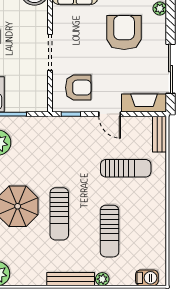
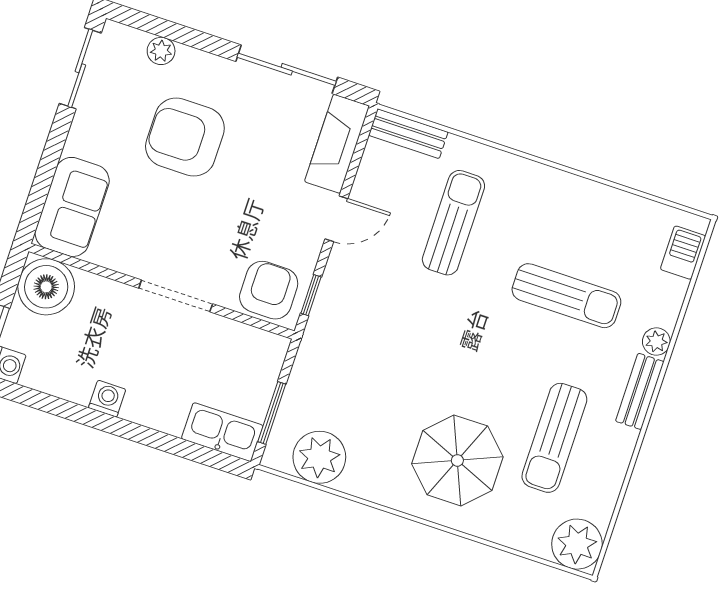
armchair: (78, 88) -> (269, 290), moved
sun lounger: (59, 214) -> (554, 438), moved, turned 90
bench: (71, 279) -> (640, 391), width x0.73

